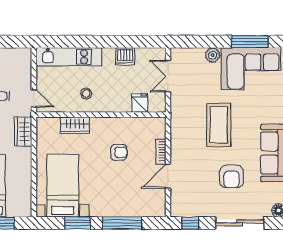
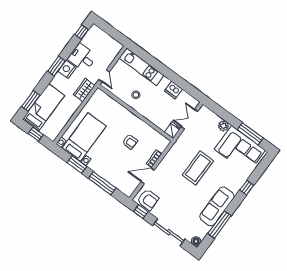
fridge: (140, 103) -> (173, 130), moved
wardrobe: (75, 125) -> (116, 108), removed
armchair: (232, 176) -> (148, 200), moved, turned -90

